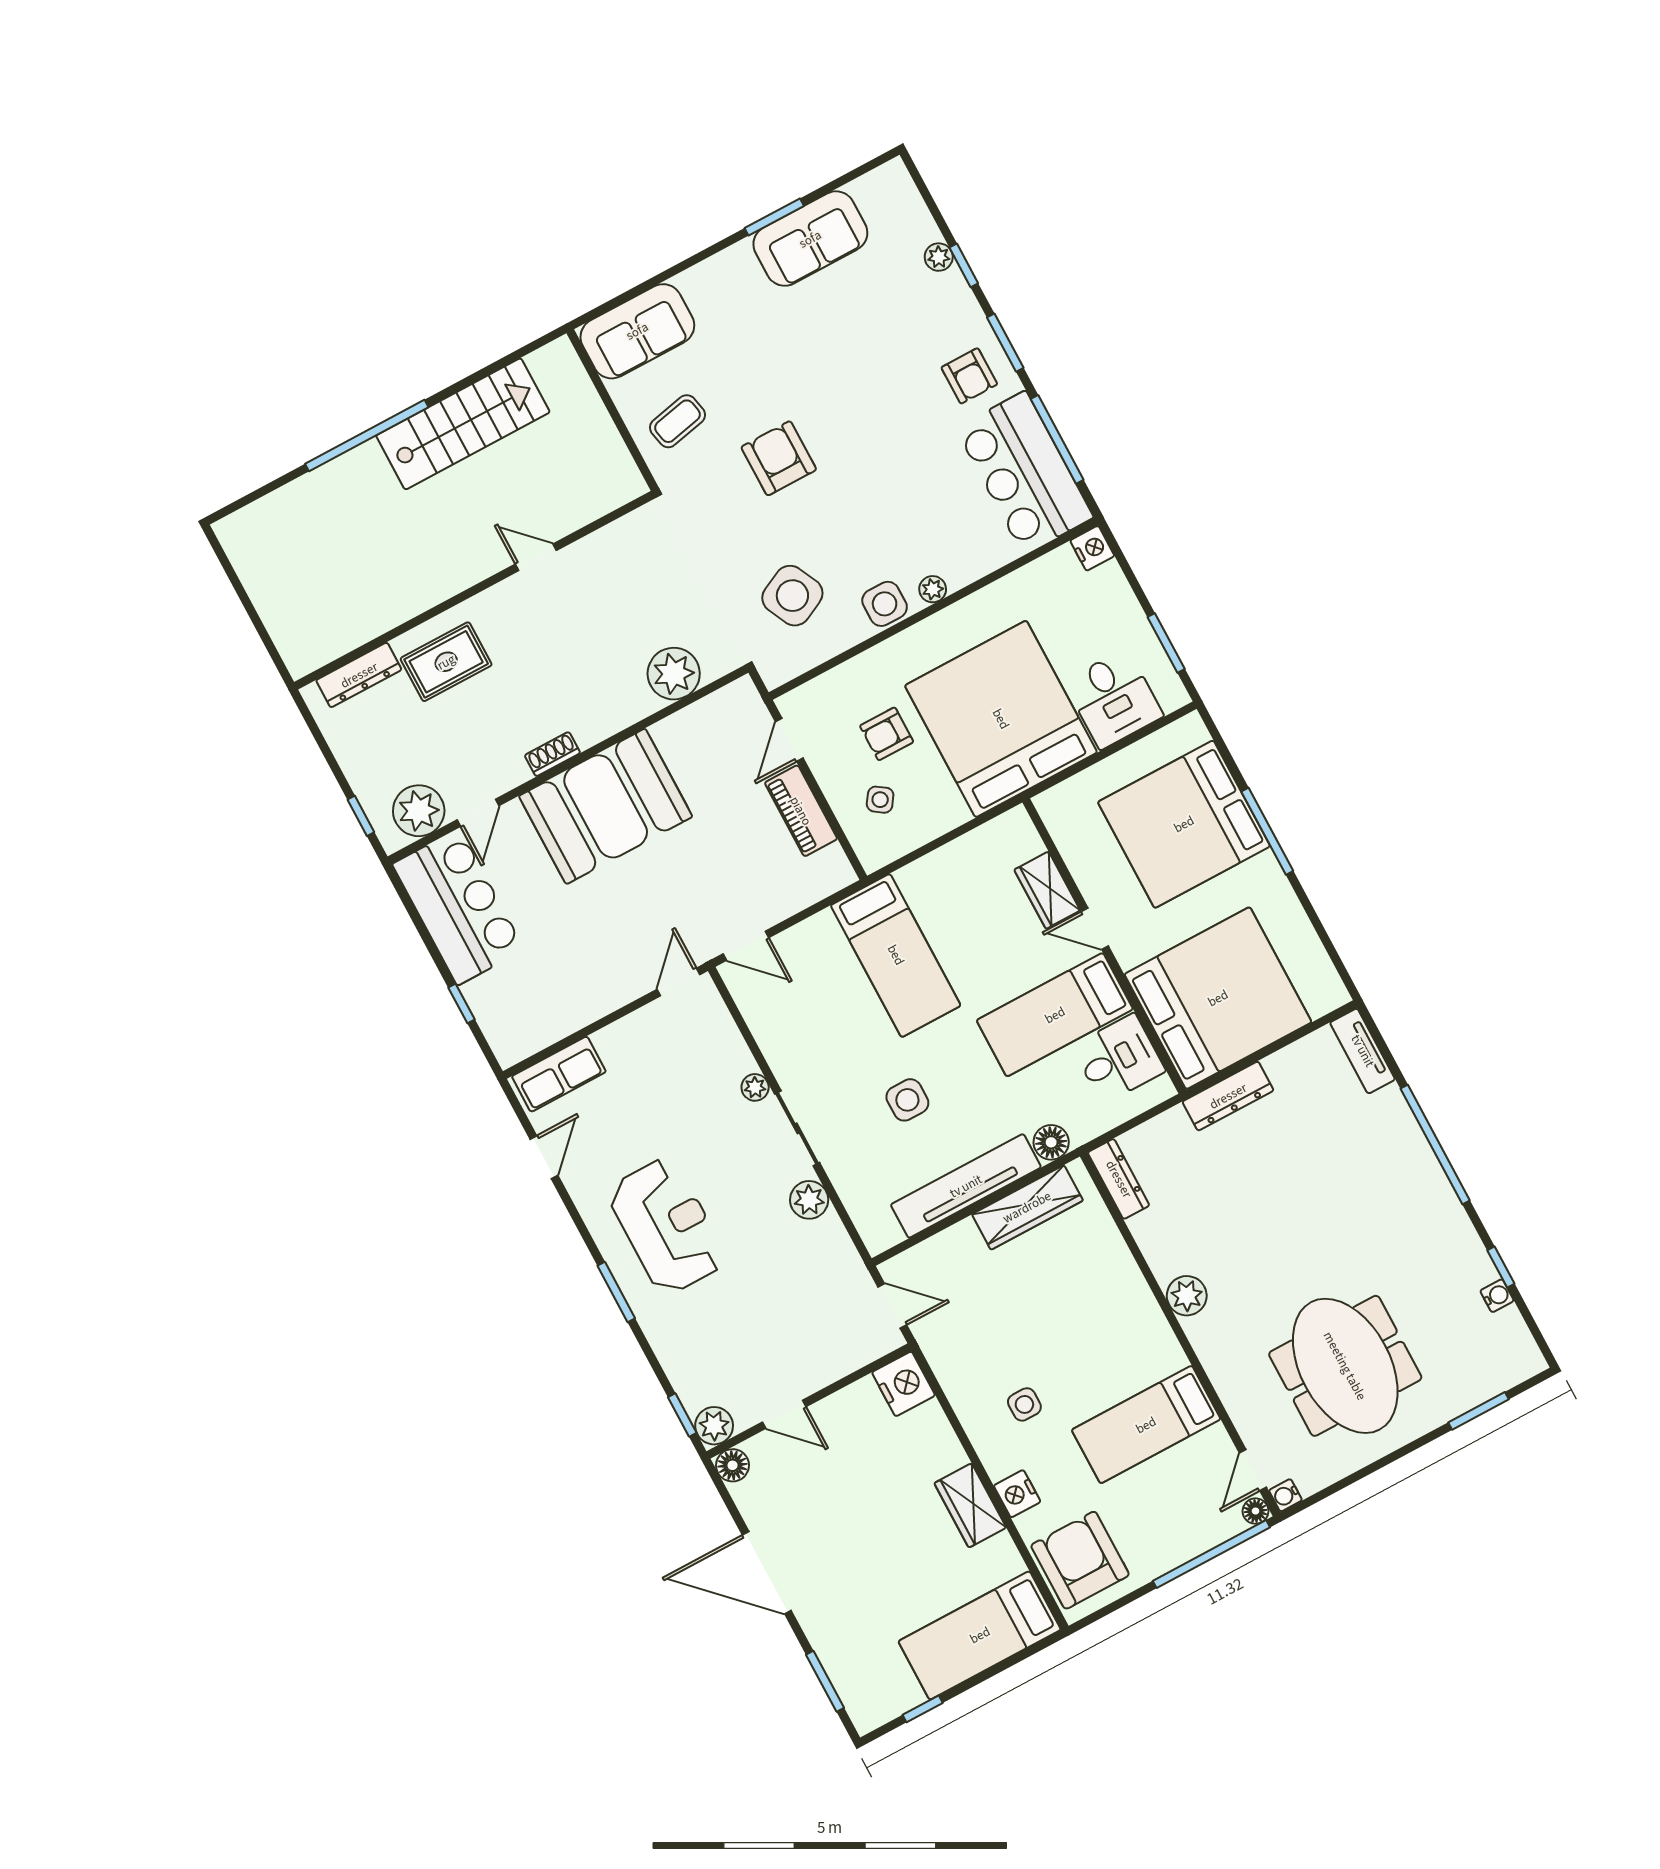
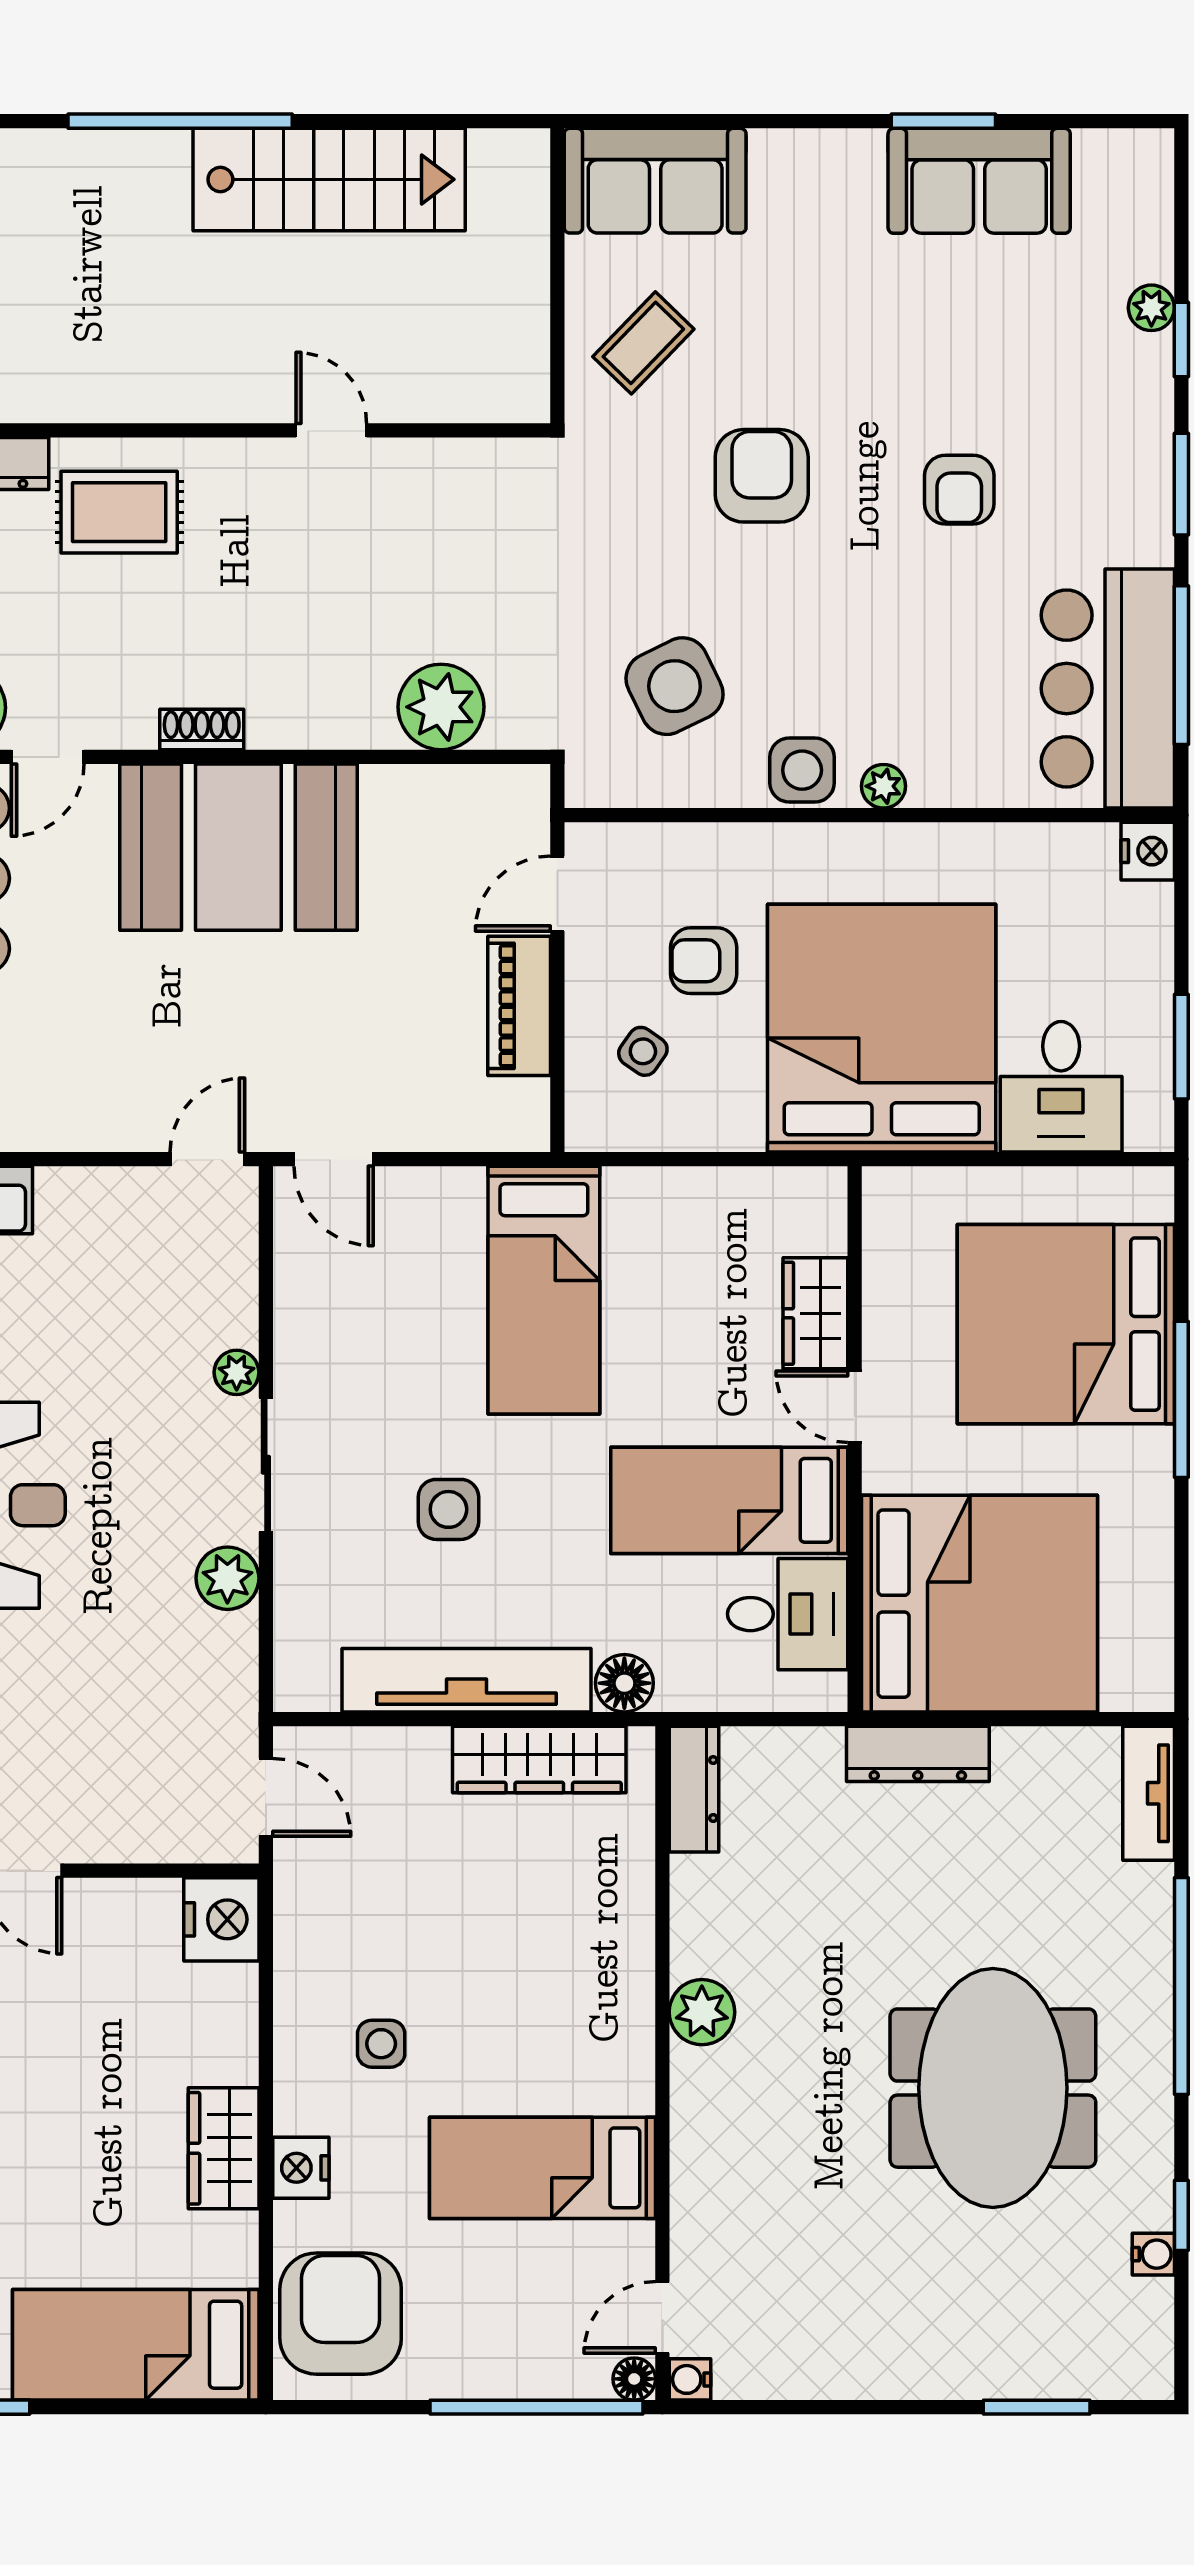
armchair: (969, 376) -> (959, 490), moved
coffee table: (677, 421) -> (643, 343), turned -34
meeting table: (1345, 1366) -> (993, 2088), moved

